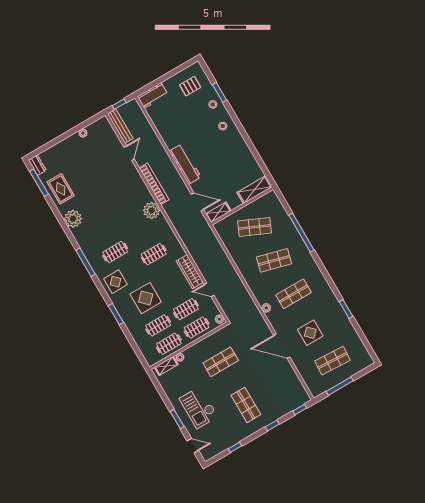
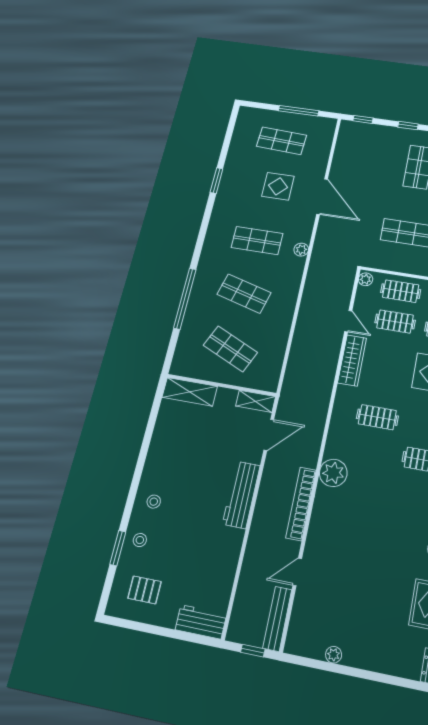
door: (197, 202) -> (269, 435), swing flipped

